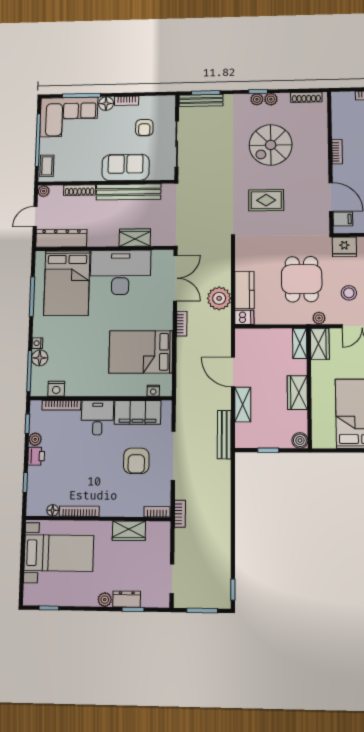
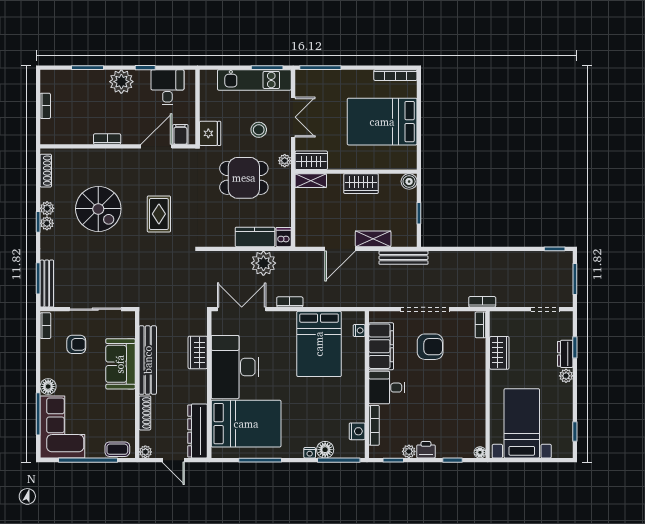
bookcase: (127, 101) -> (45, 326), moved
floor lamp: (53, 510) -> (480, 452), moved
bookcase: (79, 511) -> (481, 404), removed

